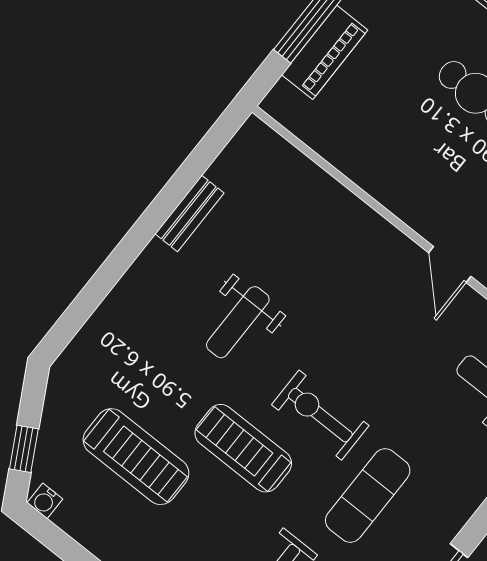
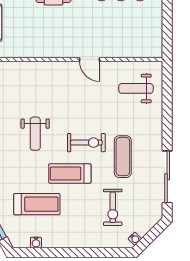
exercise bike: (320, 415) -> (86, 143), turned 180
water cooler: (45, 501) -> (36, 242), moved

